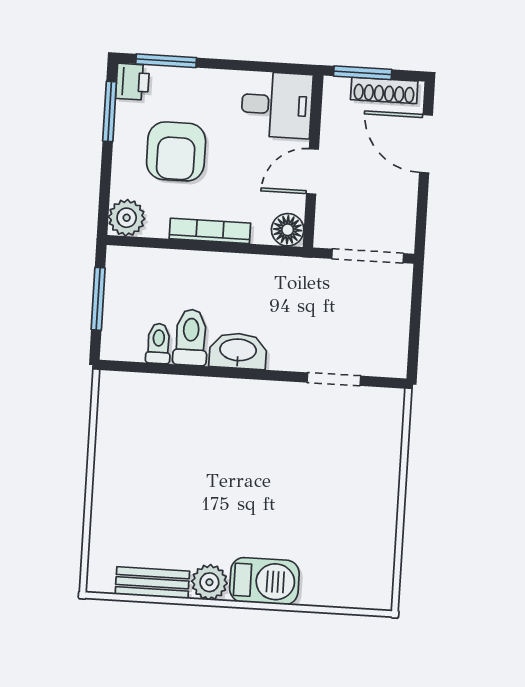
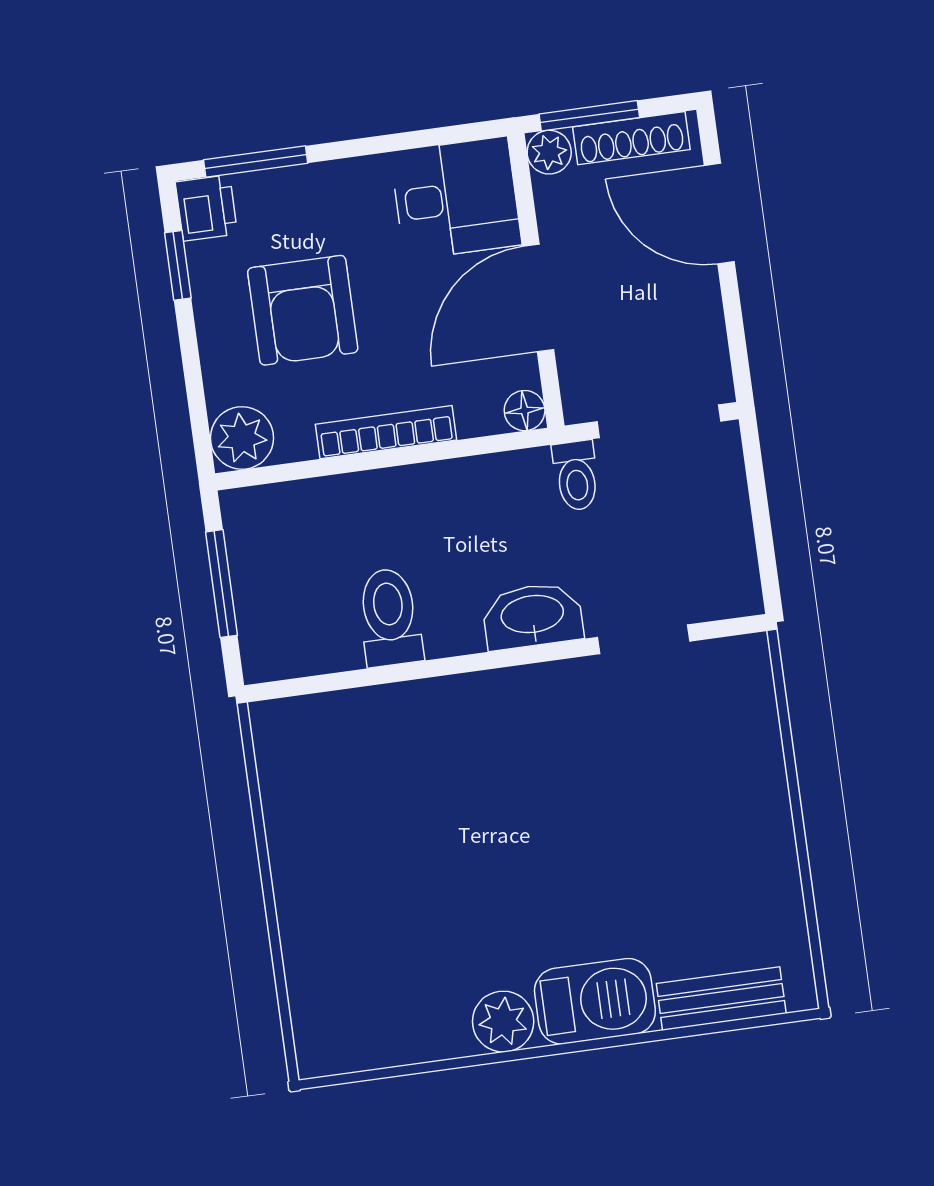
plant: (335, 89) -> (549, 152), added
window: (110, 111) -> (178, 265), width x0.67
door: (312, 171) -> (538, 298), width x1.38
floor lamp: (288, 230) -> (525, 411), width x0.73, depth x0.73
toilet: (158, 343) -> (576, 476), moved, turned 180
washbasin: (238, 351) -> (532, 616), moved
bench: (152, 583) -> (721, 999), moved

